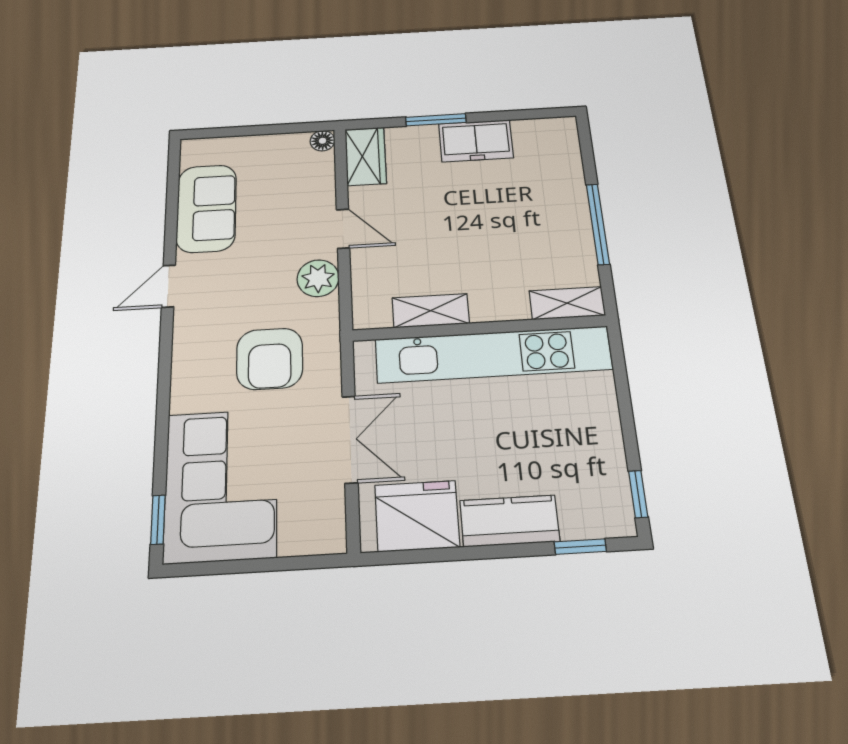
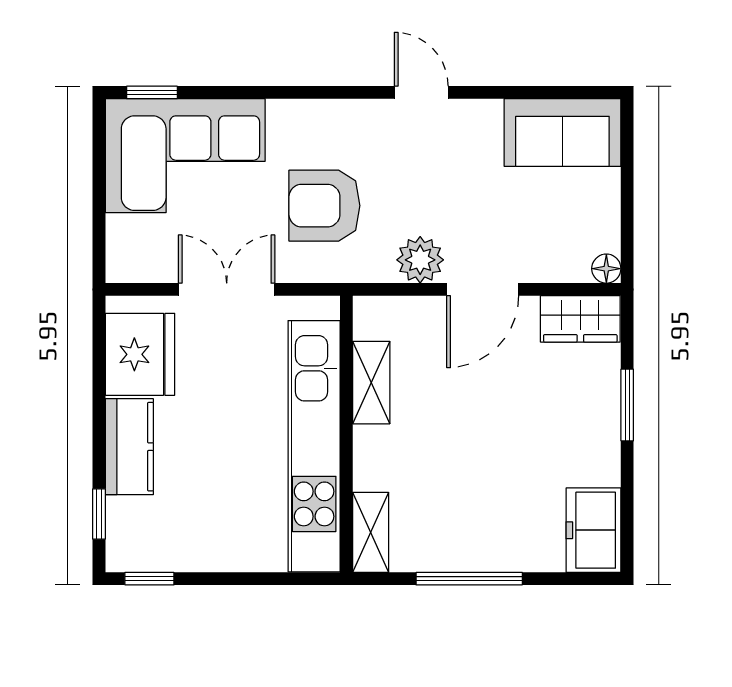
freezer: (476, 141) -> (593, 530), moved
sofa: (206, 208) -> (562, 133), moved
door: (343, 229) -> (483, 289), width x1.38
double door: (350, 439) -> (227, 289), swing flipped

